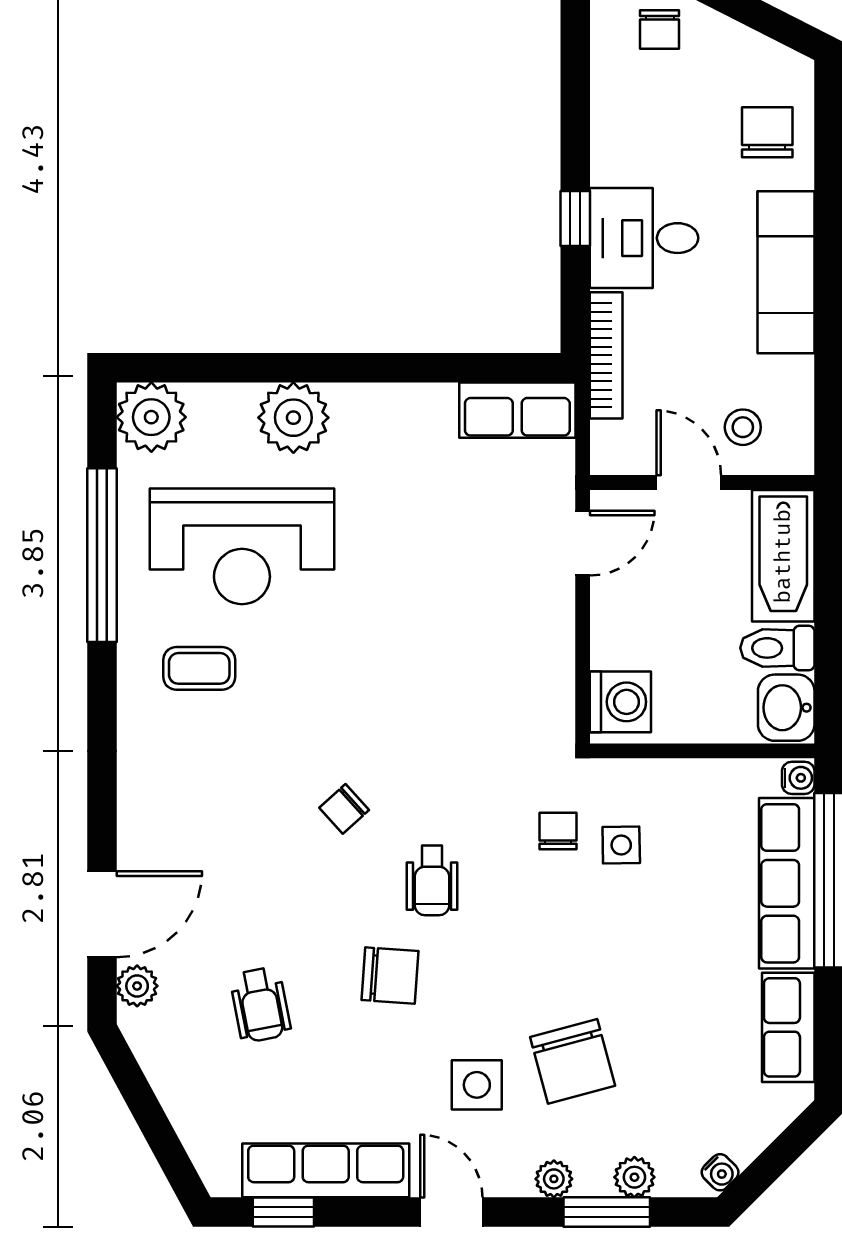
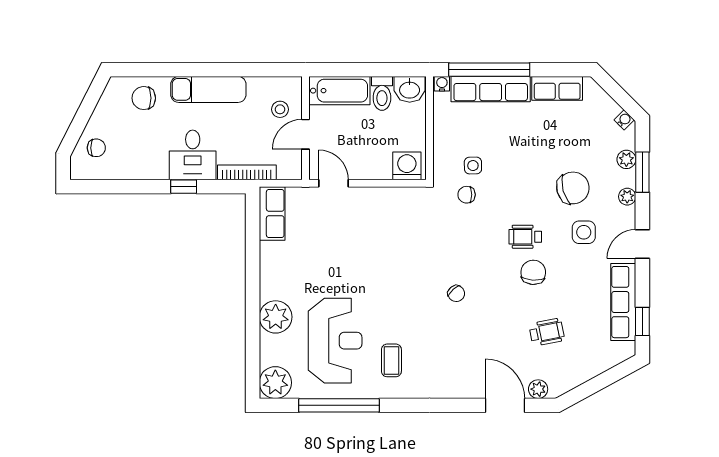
wheelchair: (432, 880) -> (525, 237), moved, turned 180

